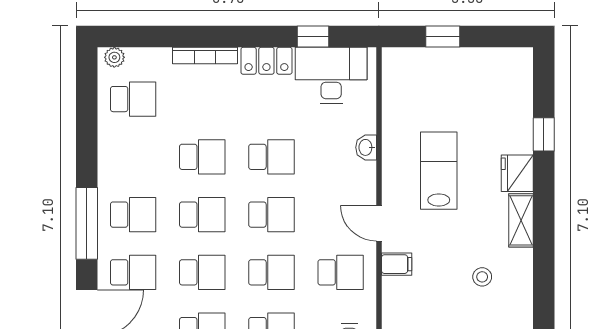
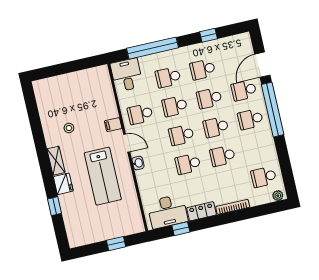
washbasin: (366, 147) -> (138, 163), moved
lab bench: (439, 171) -> (103, 176), width x1.36, depth x1.39
window: (87, 223) -> (273, 110), width x1.46

